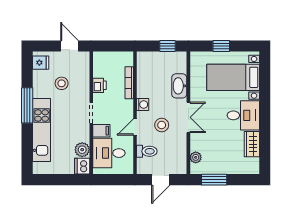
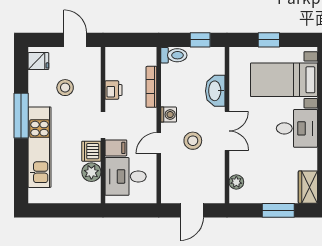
wardrobe: (252, 144) -> (308, 187), moved
toilet: (147, 151) -> (174, 55), moved
dishwasher: (82, 166) -> (91, 151), moved
window: (214, 180) -> (278, 210), moved

